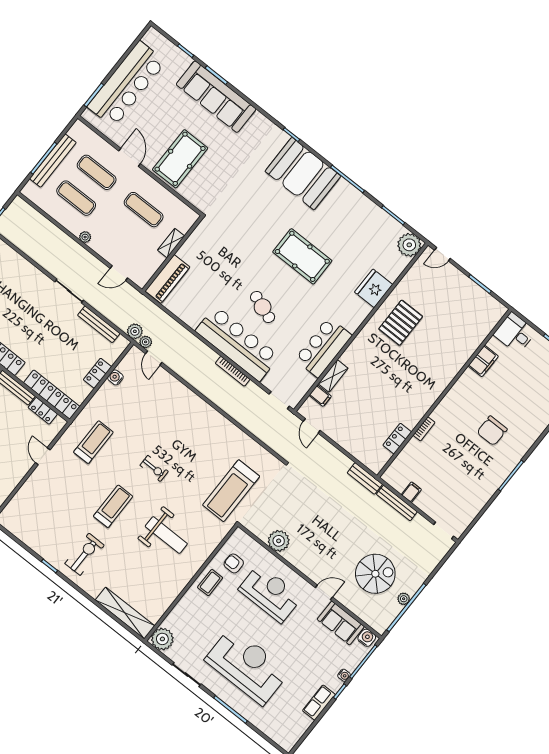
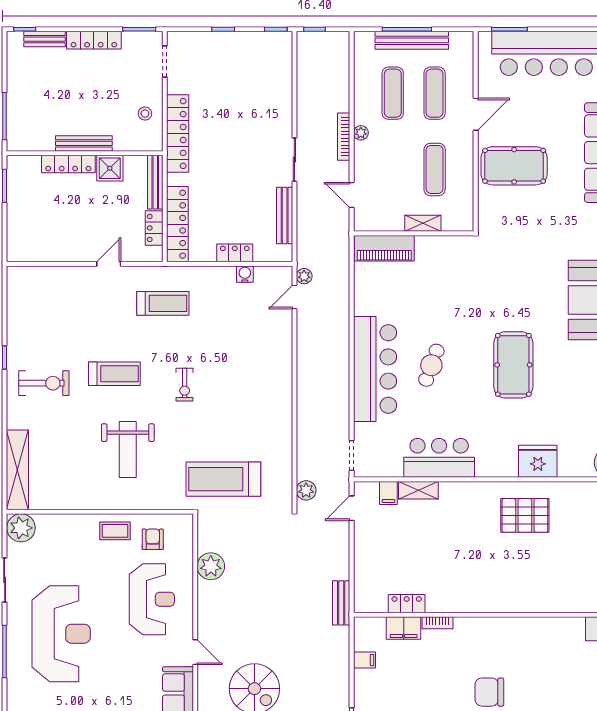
plant: (135, 331) -> (306, 490), moved
filing cabinet: (483, 361) -> (404, 628), moved
bookcase: (233, 371) -> (344, 137), moved
bench: (397, 503) -> (342, 654), removed

